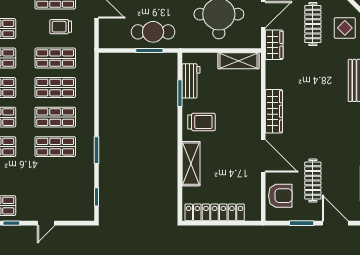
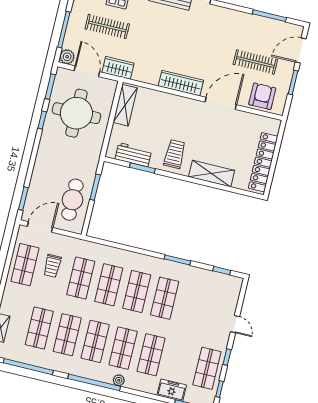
cafe table: (153, 32) -> (72, 200), moved

